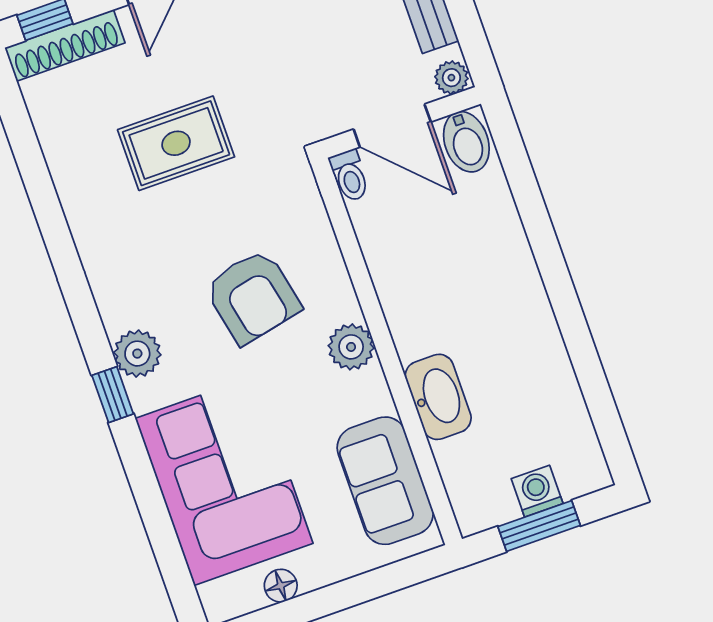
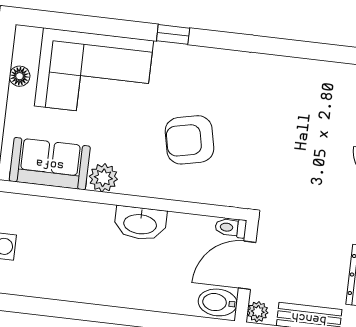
rug: (176, 143) -> (297, 139), removed
plant: (351, 347) -> (103, 178), moved
plant: (137, 354) -> (189, 60), removed
washbasin: (438, 397) -> (140, 223), moved

